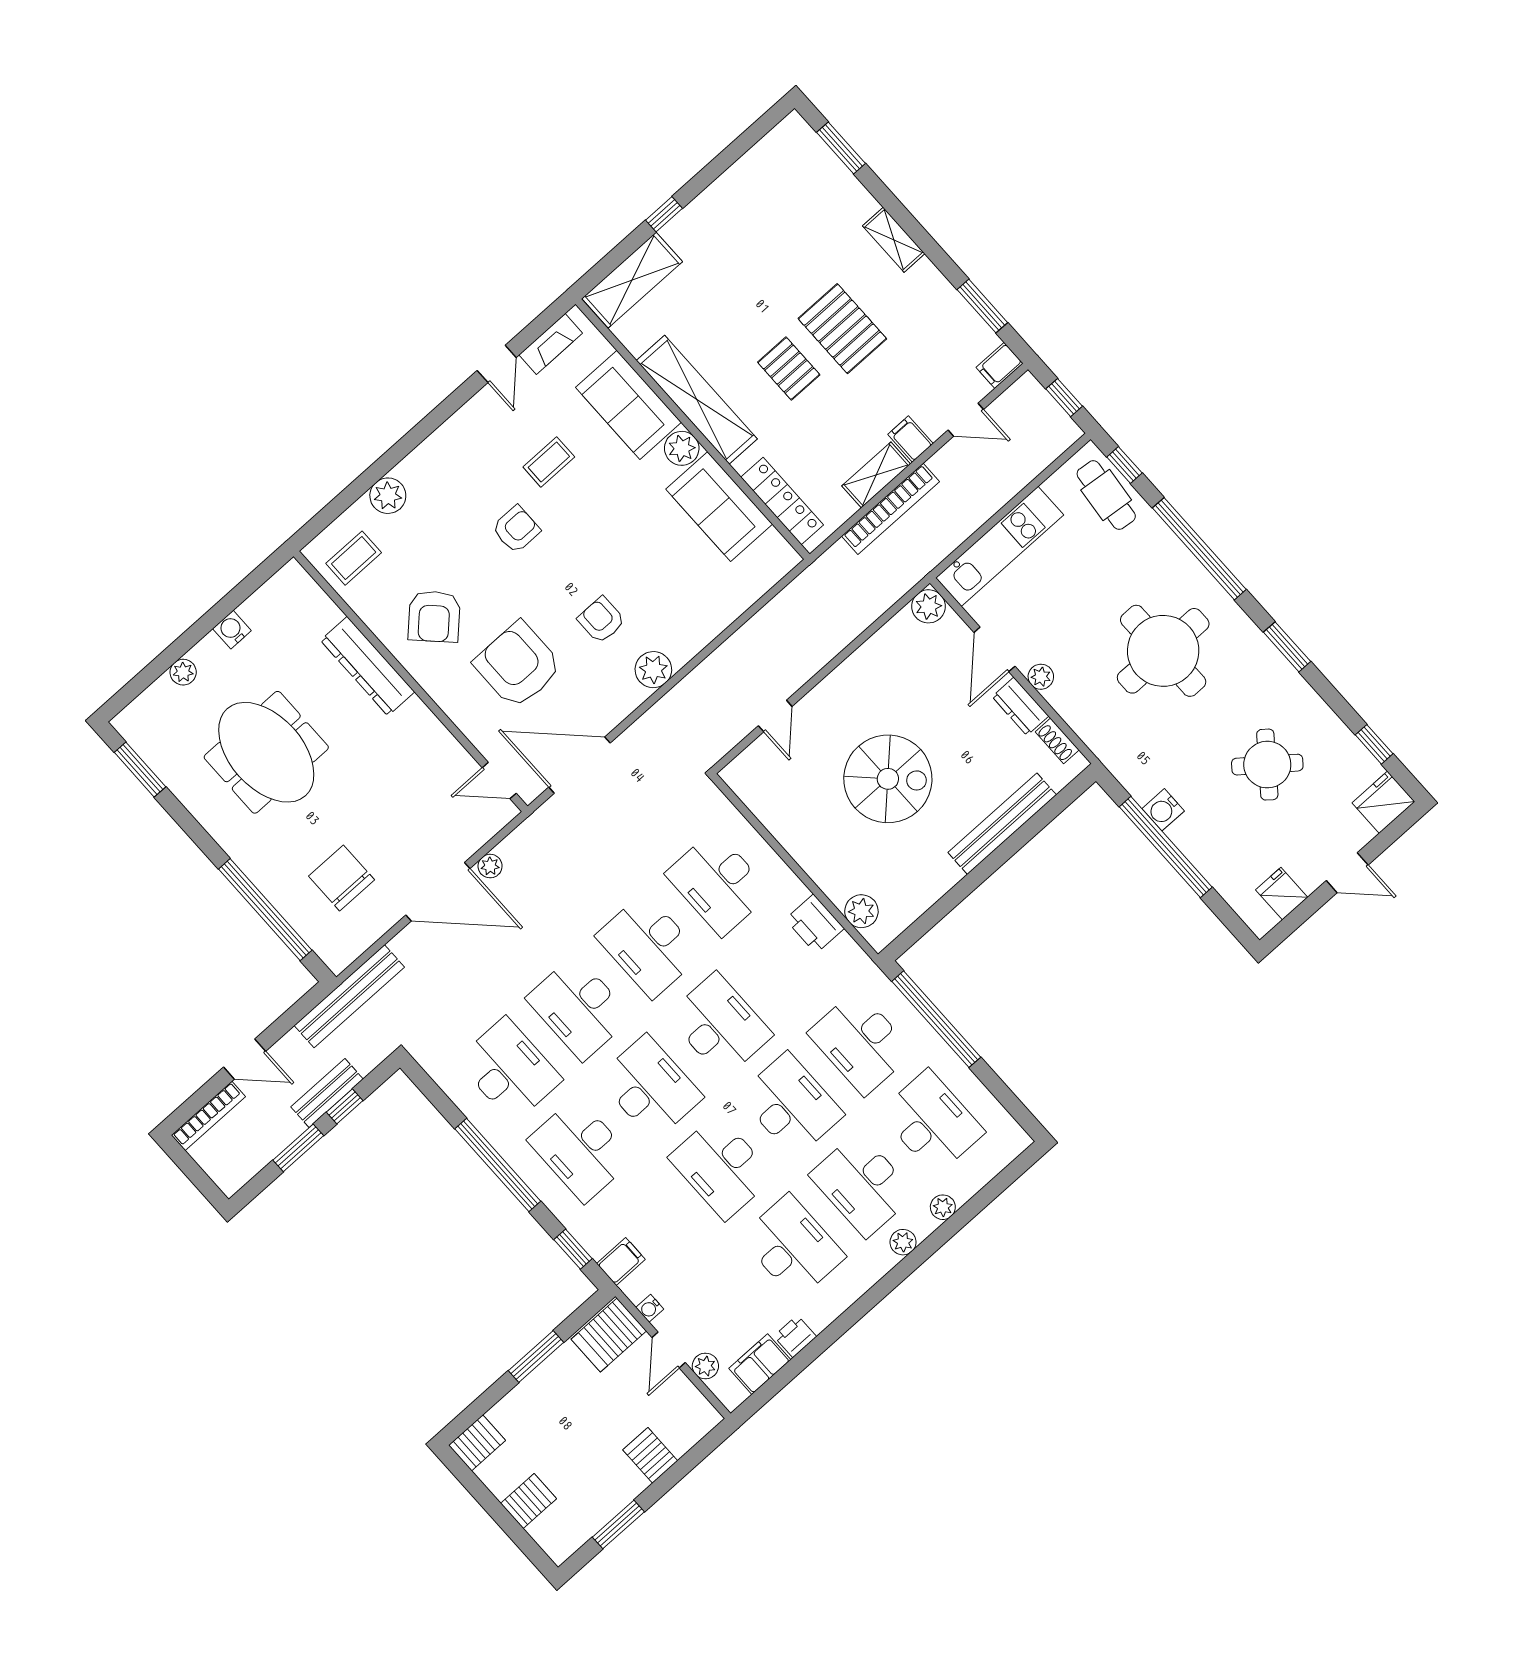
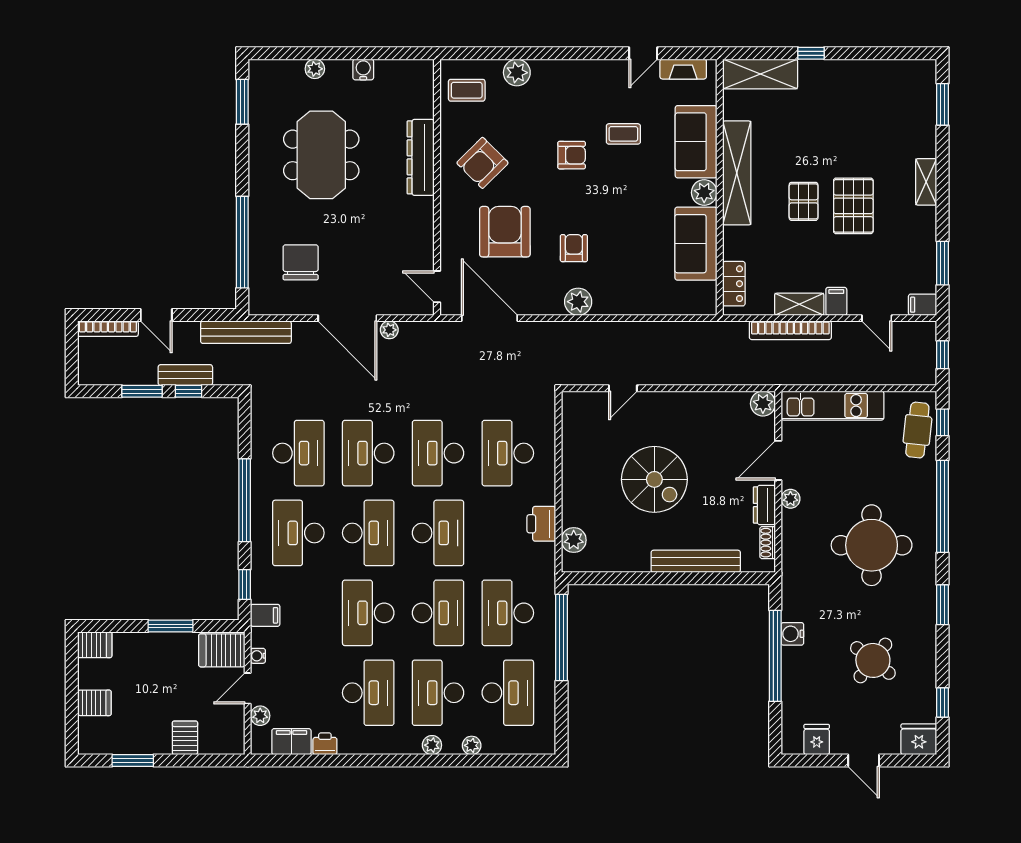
locker: (782, 501) -> (734, 284), width x0.66

